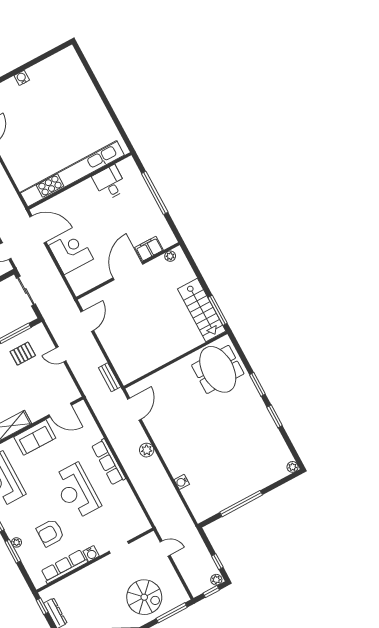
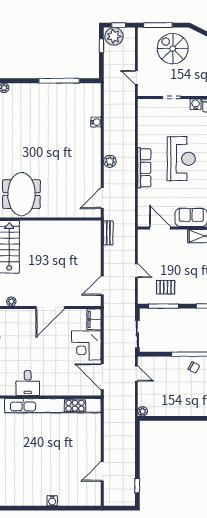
filing cabinet: (149, 249) -> (94, 319), moved, turned 90
plant: (216, 580) -> (114, 36), width x1.87, depth x1.87

